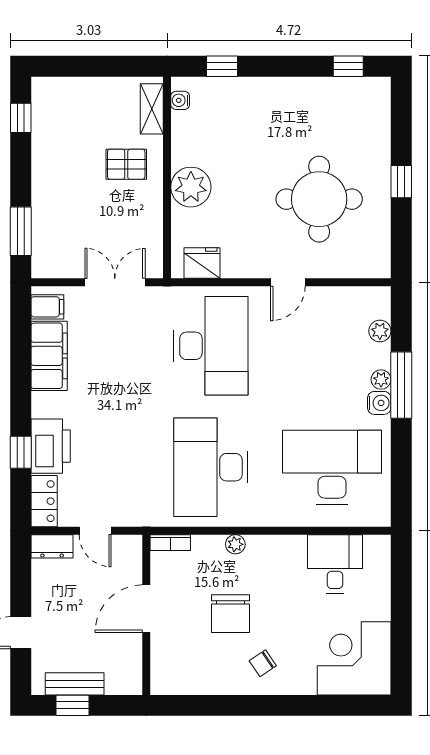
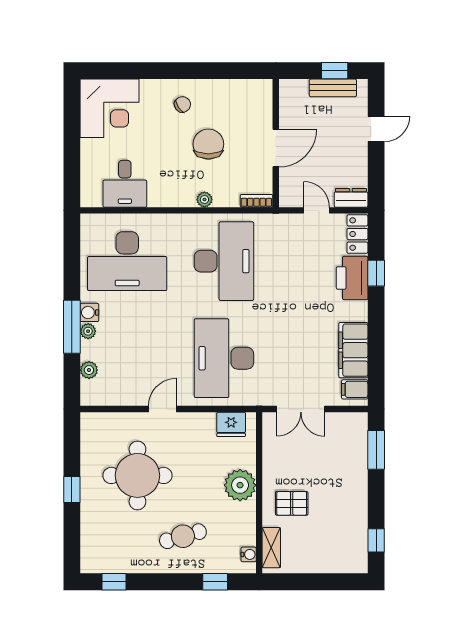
cafe table: (262, 123) -> (183, 536), added

